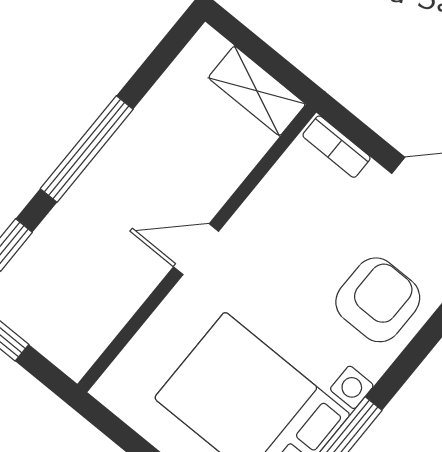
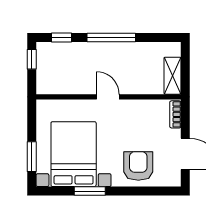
armchair: (378, 300) -> (138, 166), turned -90

